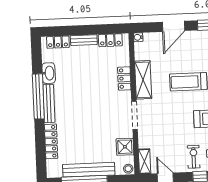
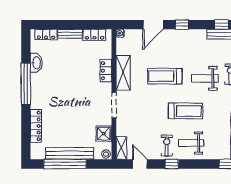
bench: (49, 104) -> (35, 91), removed

